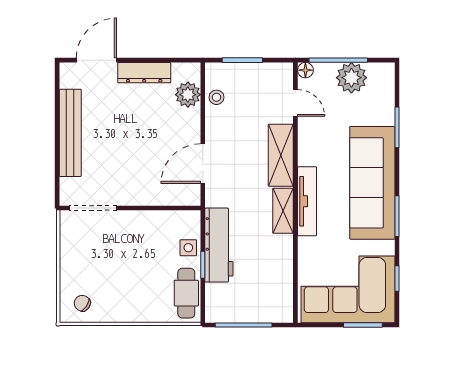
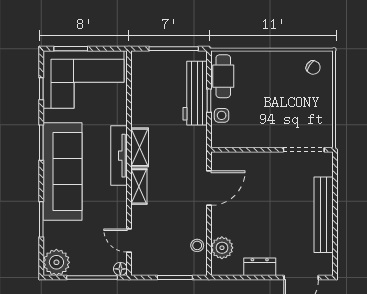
dresser: (144, 73) -> (260, 267), width x0.70
plant: (351, 78) -> (56, 262), moved
shelving: (281, 155) -> (139, 186), width x0.67, depth x0.75
workbench: (219, 245) -> (195, 93), moved

